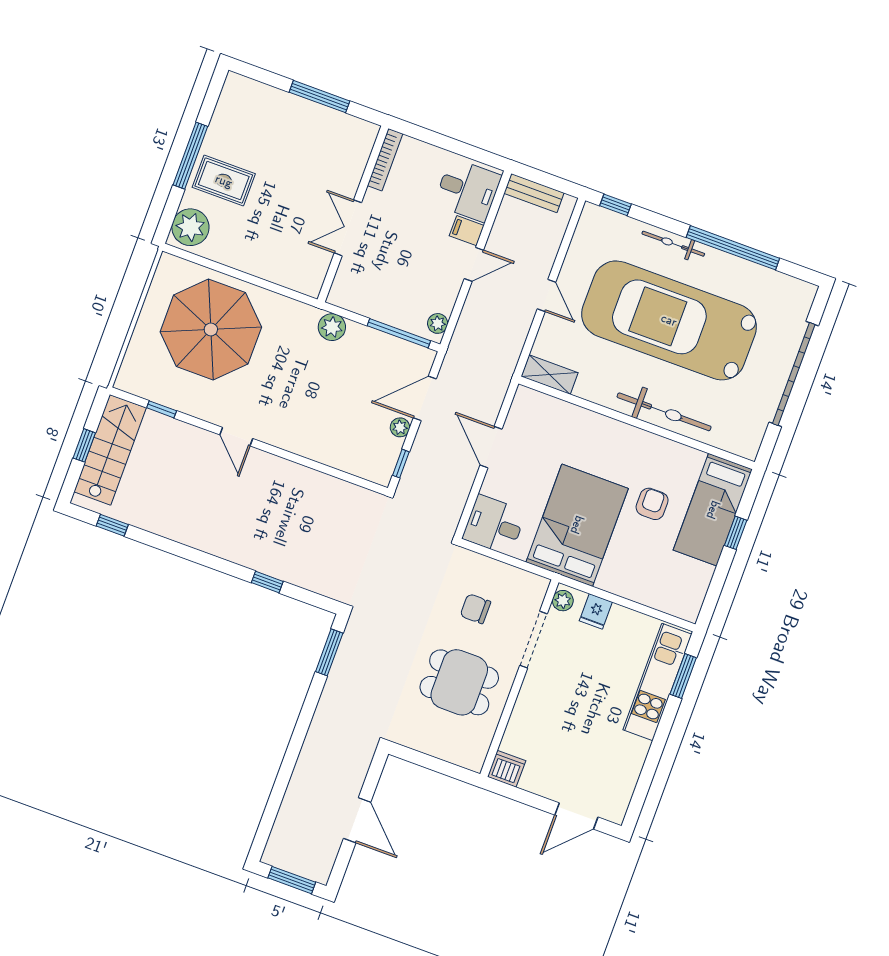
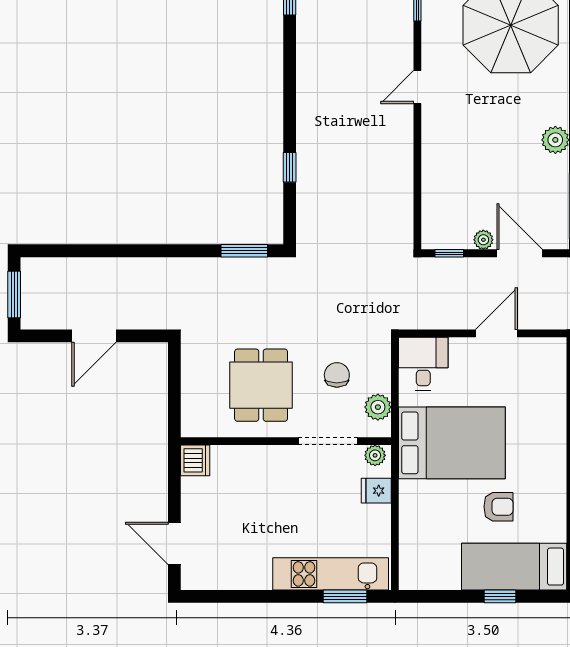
plant: (519, 582) -> (378, 407), added

